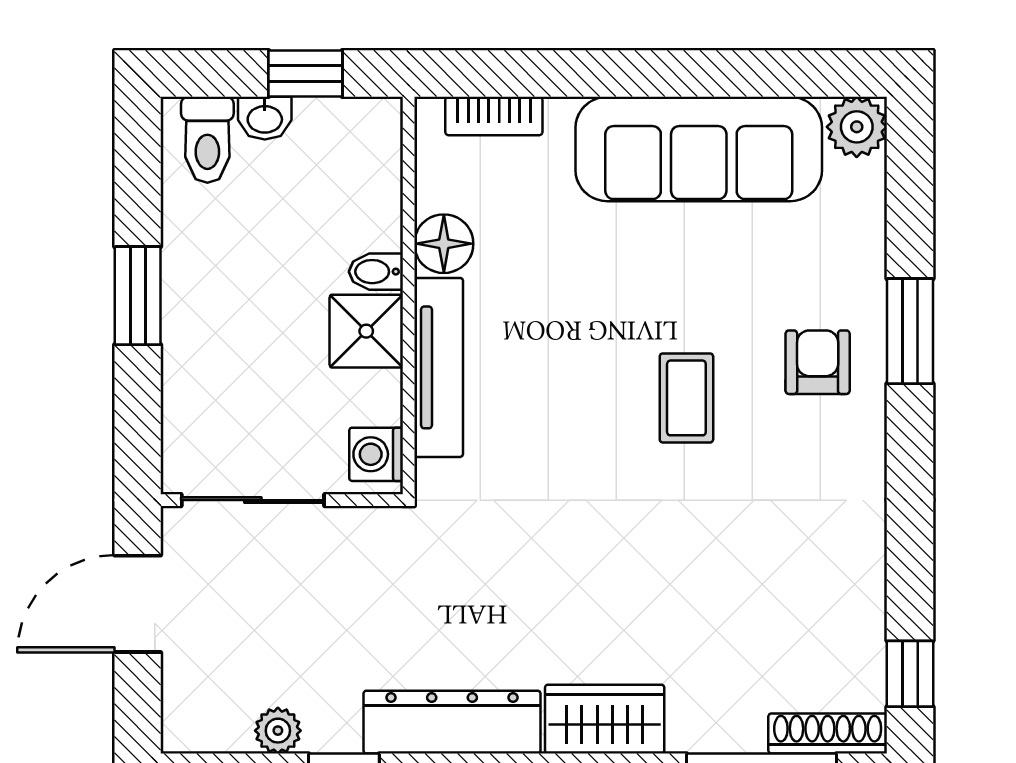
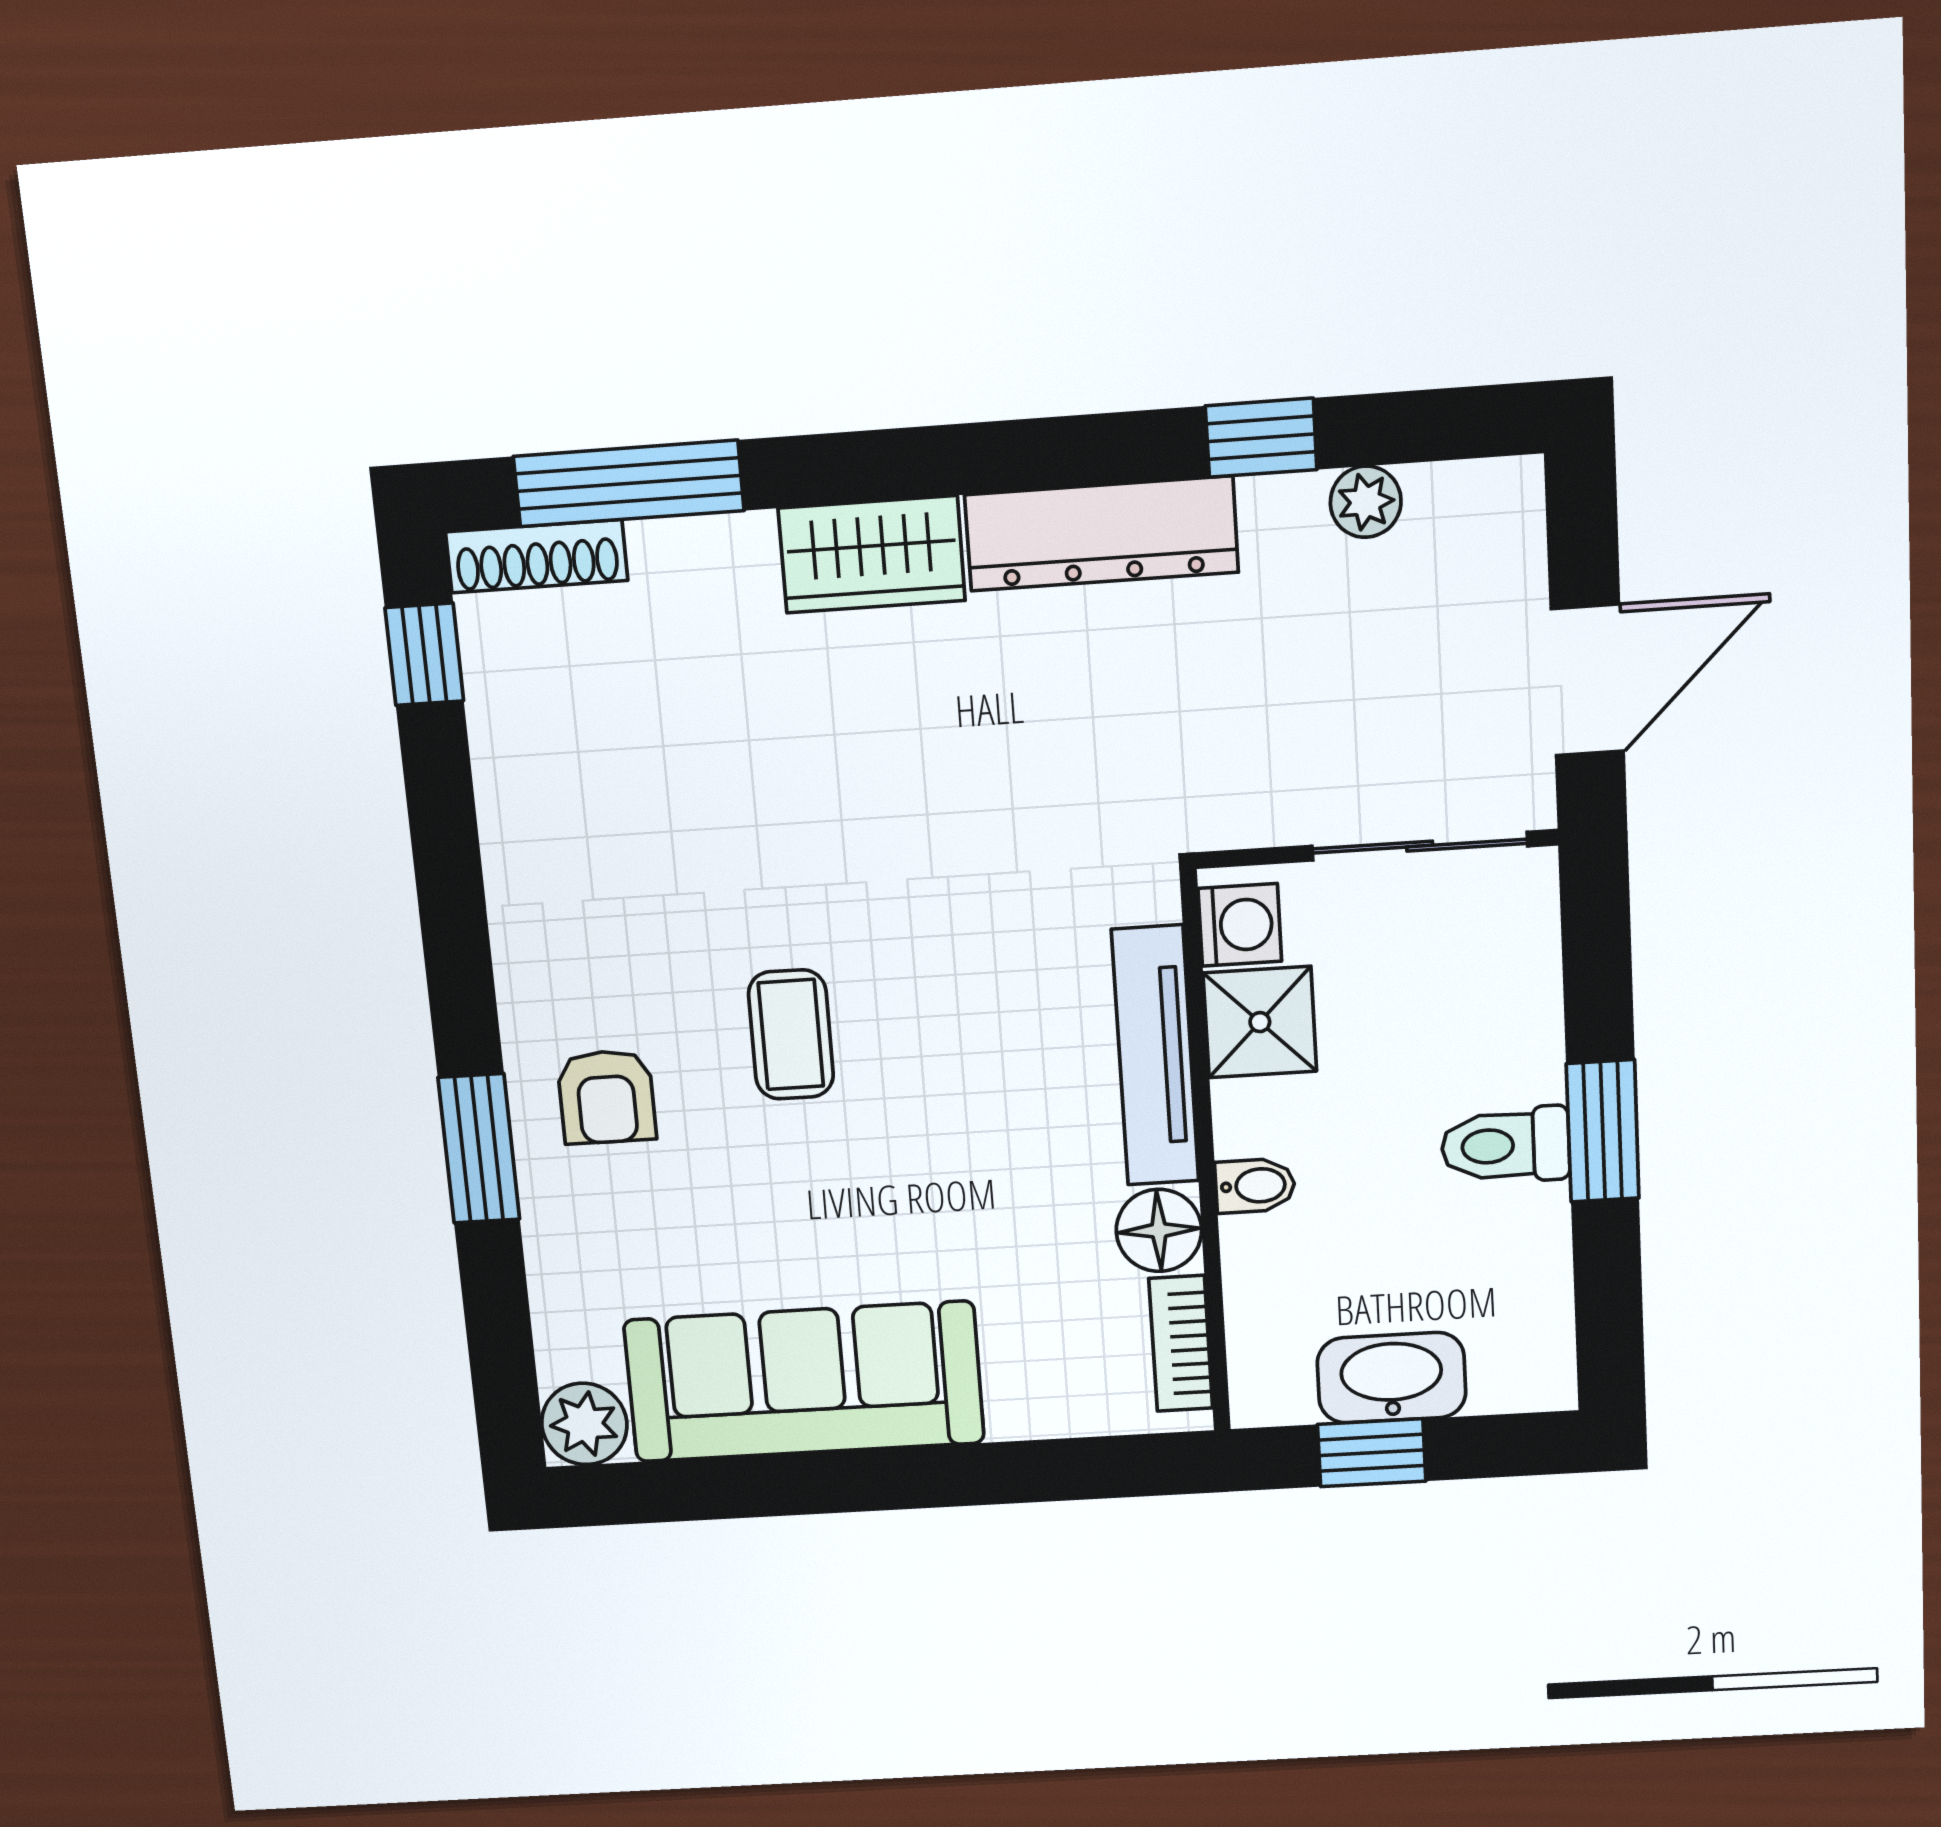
bookcase: (494, 116) -> (1181, 1343), moved, turned -90
washbasin: (265, 118) -> (1392, 1378), width x1.91, depth x1.45
toilet: (207, 140) -> (1505, 1145), moved, turned -90
shower: (366, 331) -> (1260, 1022), moved

